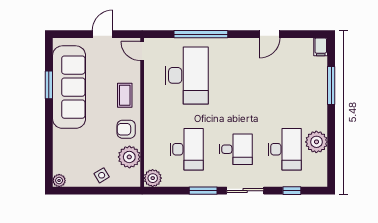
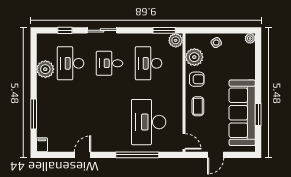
window: (203, 191) -> (164, 30), moved

